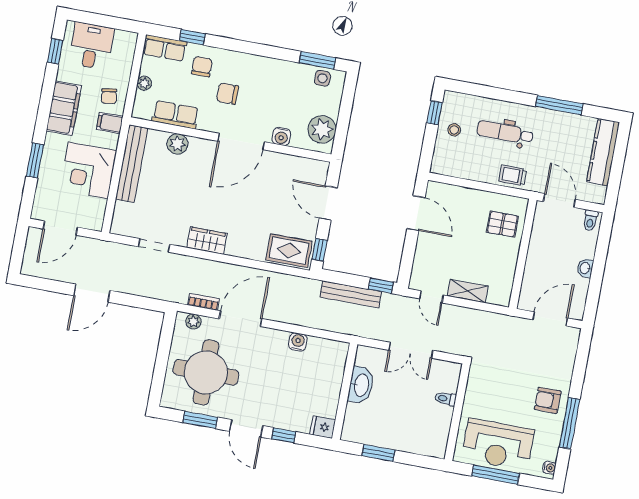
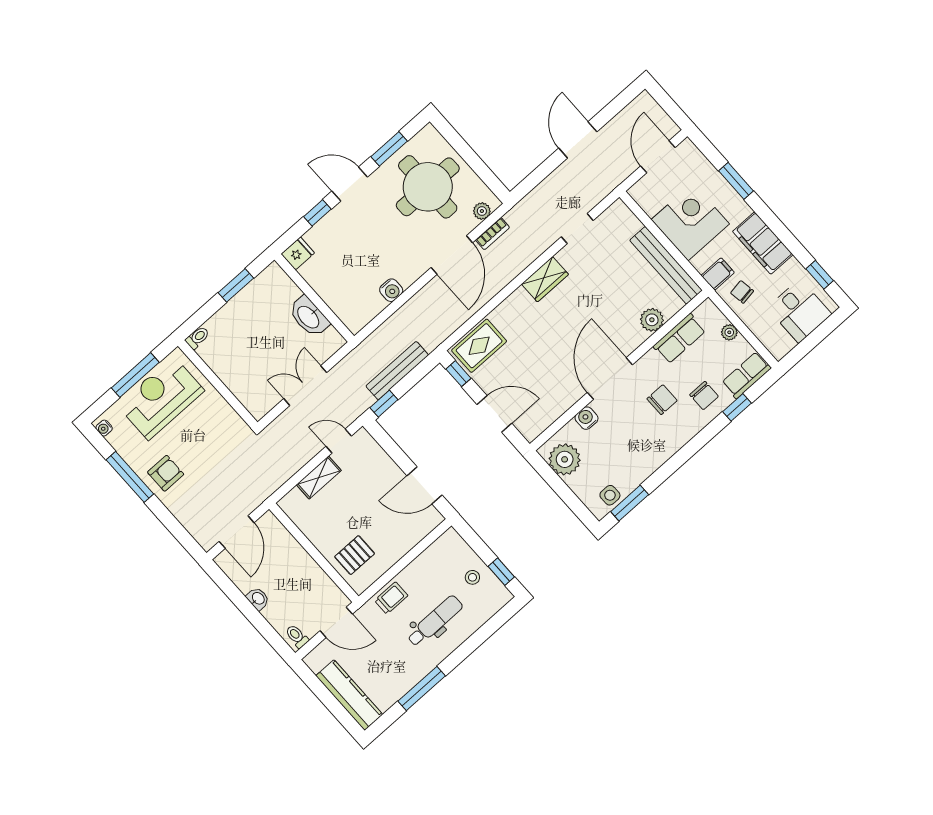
toilet: (446, 399) -> (197, 338), moved

